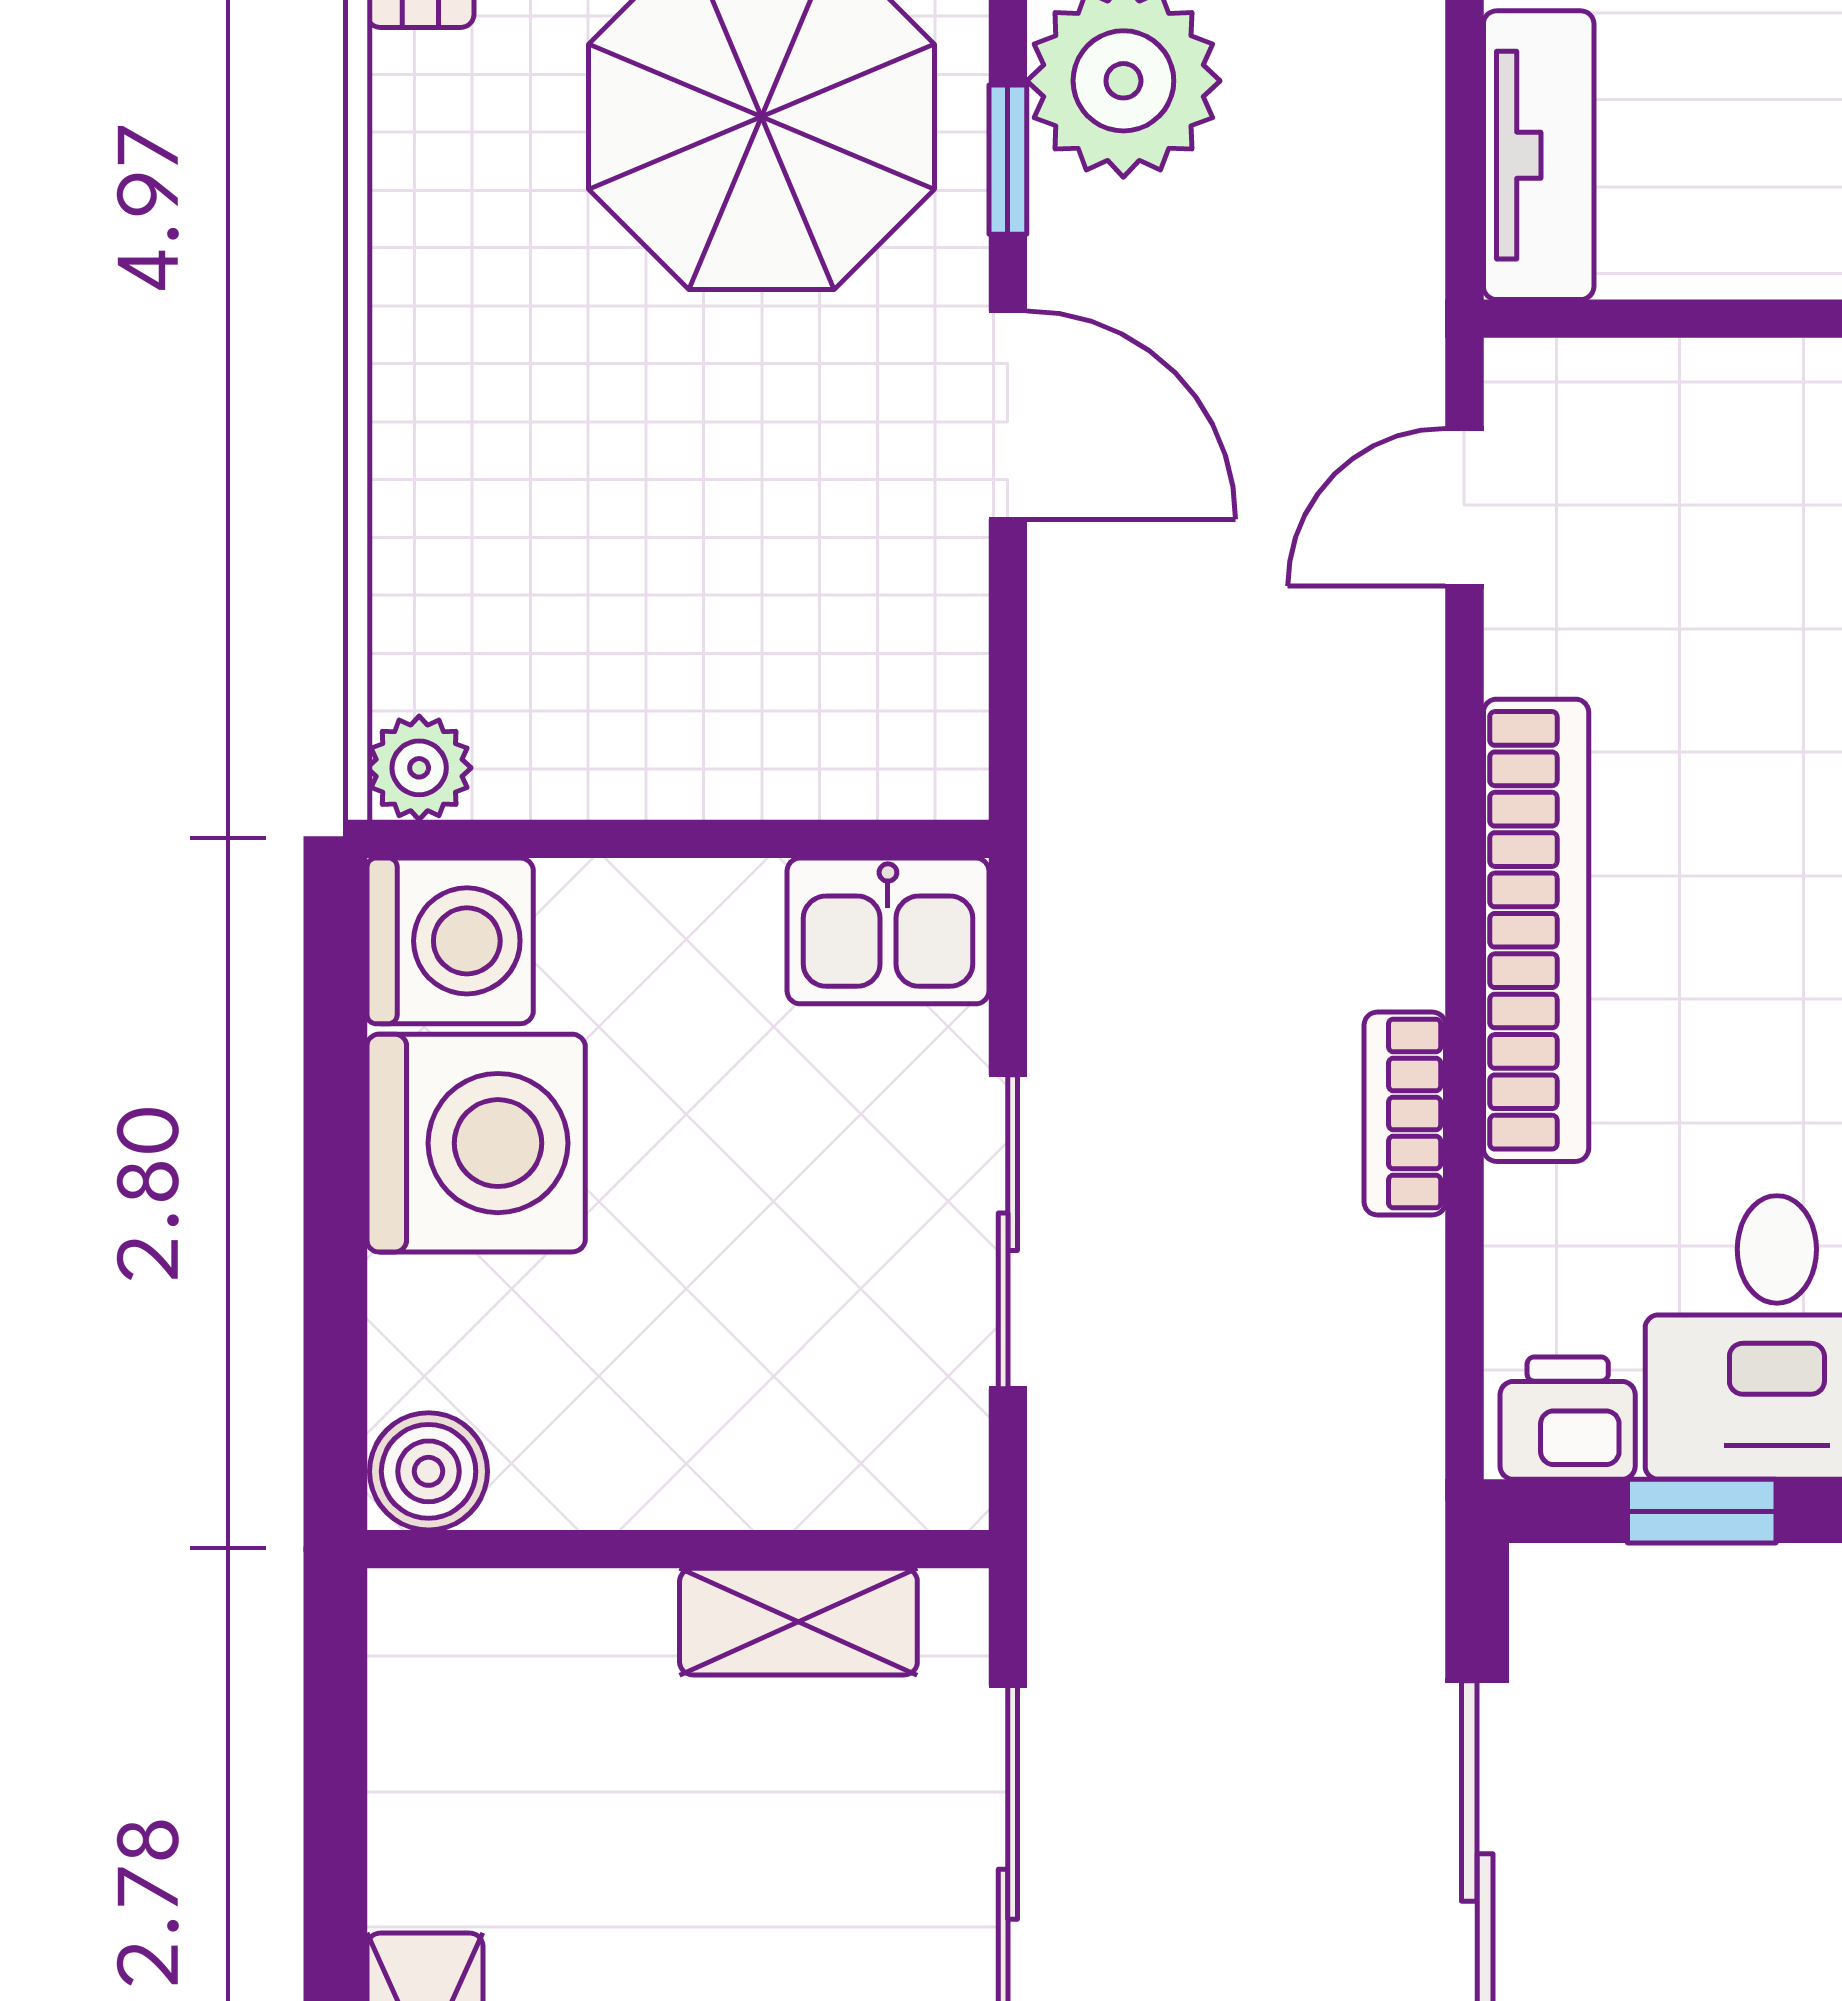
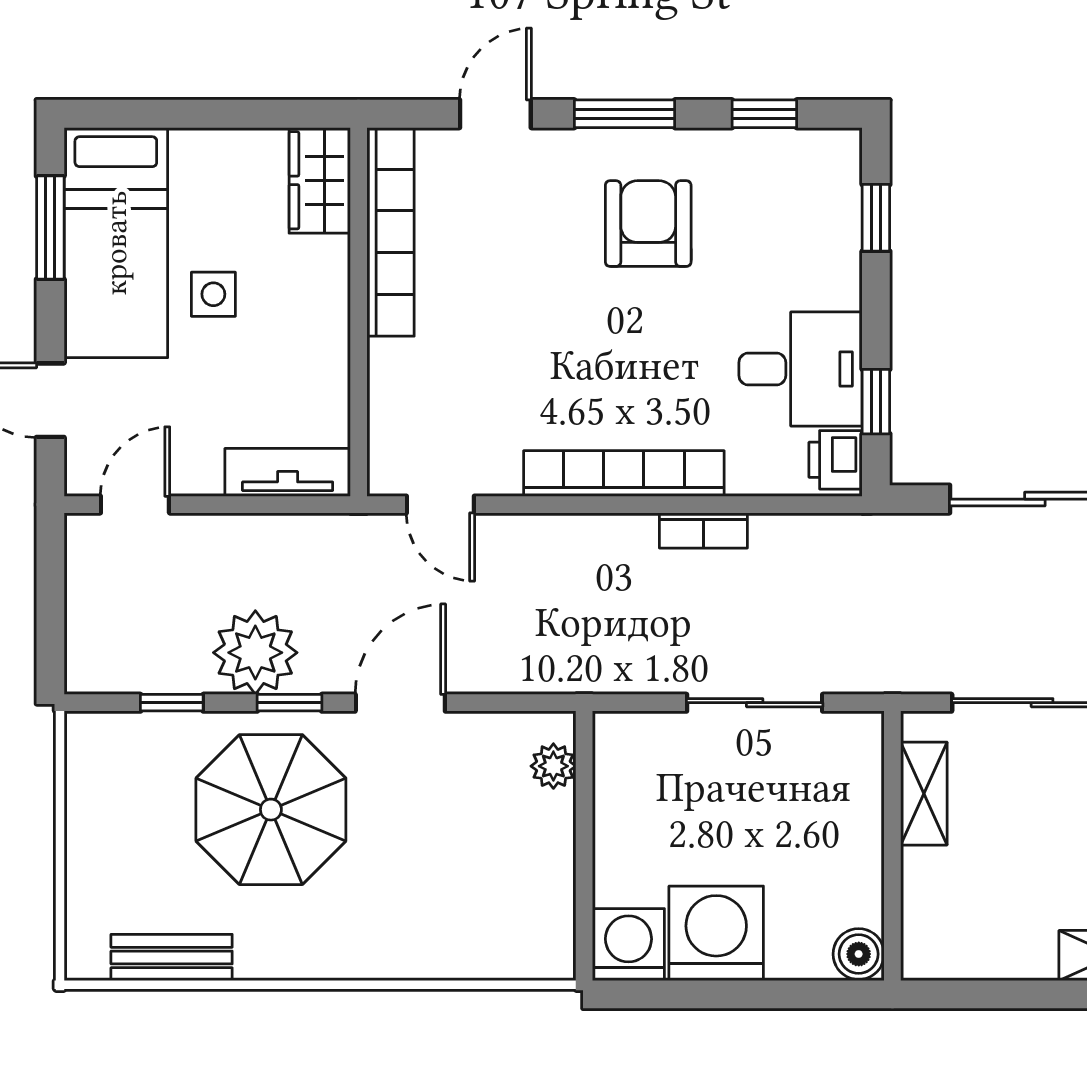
plant: (419, 768) -> (553, 766), moved
kitchen sink: (888, 931) -> (624, 755), removed

